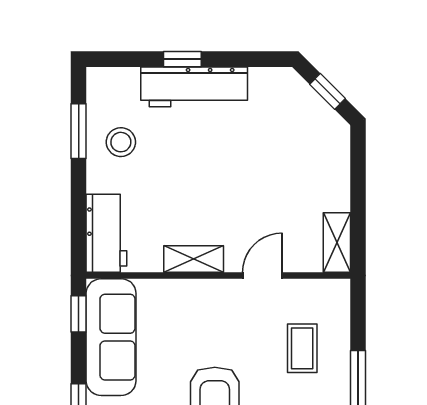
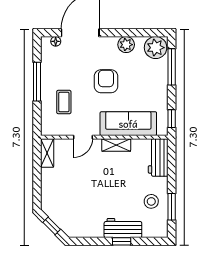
workbench: (194, 87) -> (123, 228), width x0.73
sofa: (111, 337) -> (128, 124), moved, turned 90

